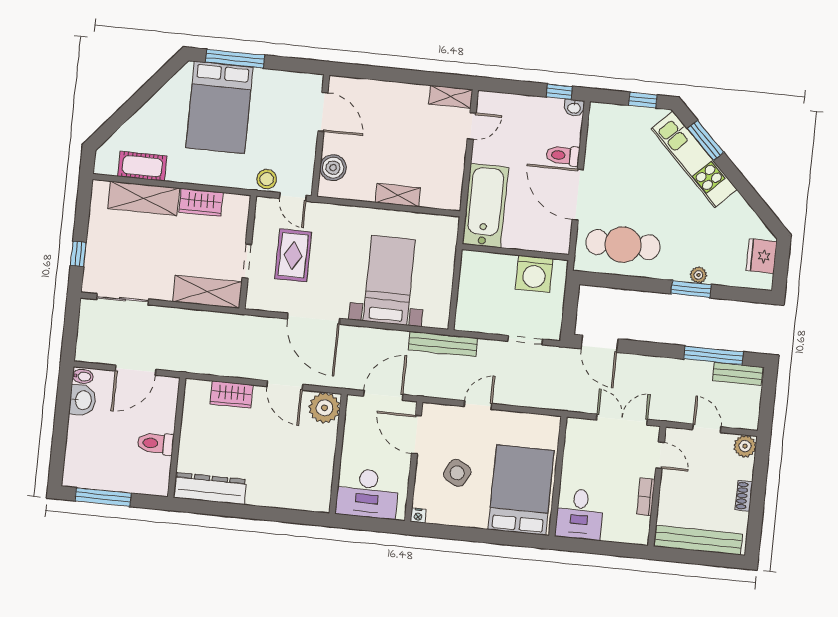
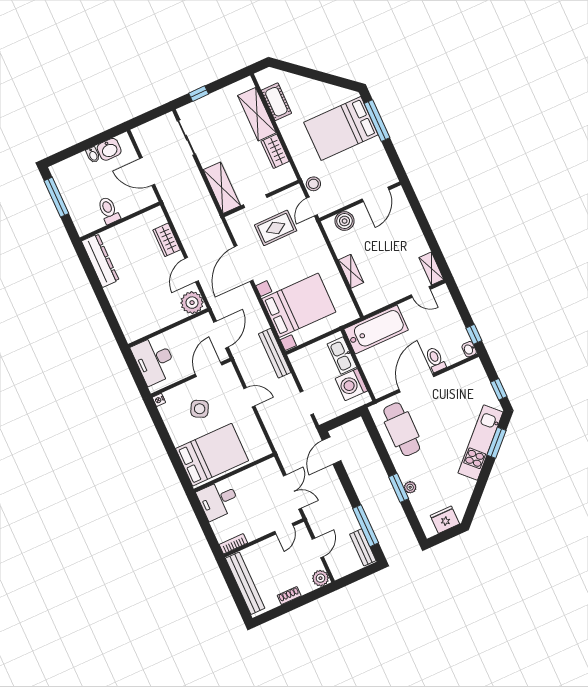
kitchen sink: (493, 265) -> (342, 356), added
bed with nightstands: (389, 280) -> (299, 305), width x1.36
bidet: (83, 376) -> (93, 155), moved
door: (383, 395) -> (221, 335), hinge flipped
bookcase: (646, 497) -> (233, 544), moved

